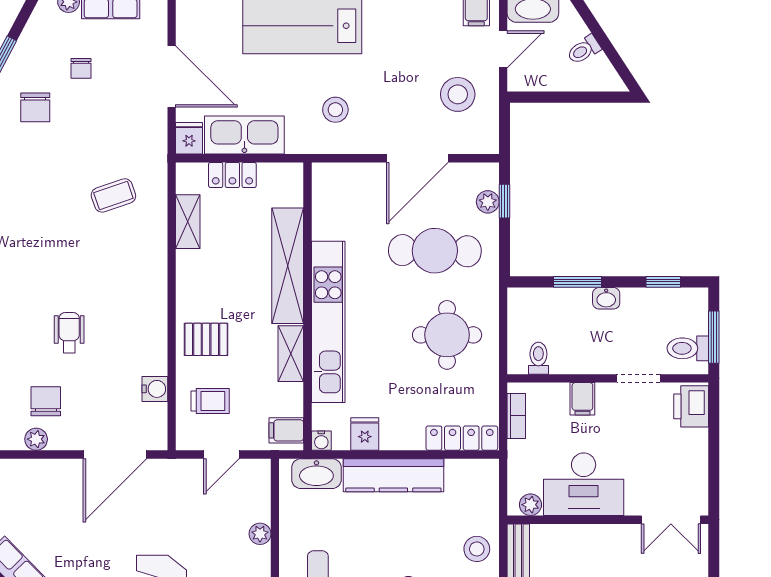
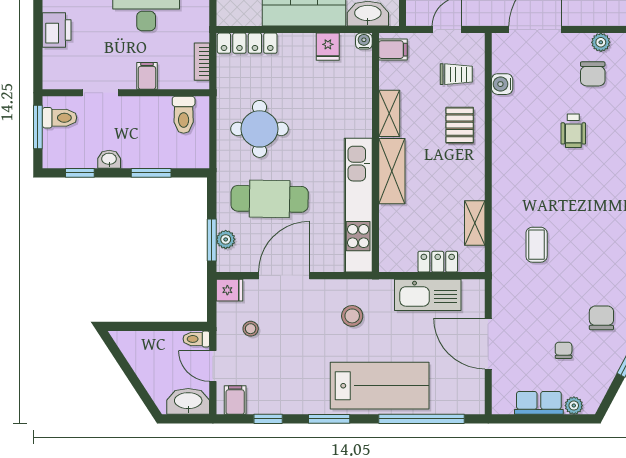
door: (503, 49) -> (213, 366), hinge flipped
toilet: (584, 50) -> (196, 339), moved, turned -147
stool: (458, 94) -> (251, 329), width x0.53, depth x0.53
fridge: (189, 138) -> (229, 290), moved, turned -90
coffee table: (113, 195) -> (537, 245), turned -71
window: (504, 201) -> (212, 240), width x1.50
shelving: (288, 266) -> (392, 171), width x0.68
washbasin: (606, 298) -> (109, 159), moved
kitchen unit: (328, 322) -> (358, 205), moved
pallet: (206, 339) -> (460, 125), turned 90
toilet: (538, 358) -> (184, 115), width x1.37, depth x1.39
trolley: (210, 401) -> (456, 74), turned 180
printer: (691, 406) -> (57, 30), moved

